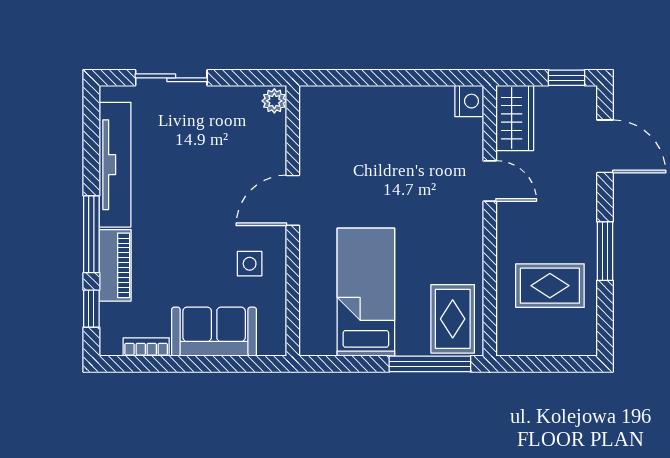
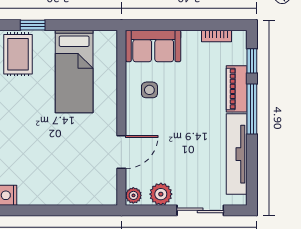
plant: (232, 103) -> (161, 194), added
door: (293, 200) -> (121, 152), moved
sofa: (214, 332) -> (153, 46), moved
window: (430, 364) -> (33, 25), width x0.46

